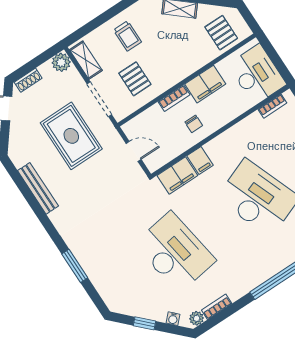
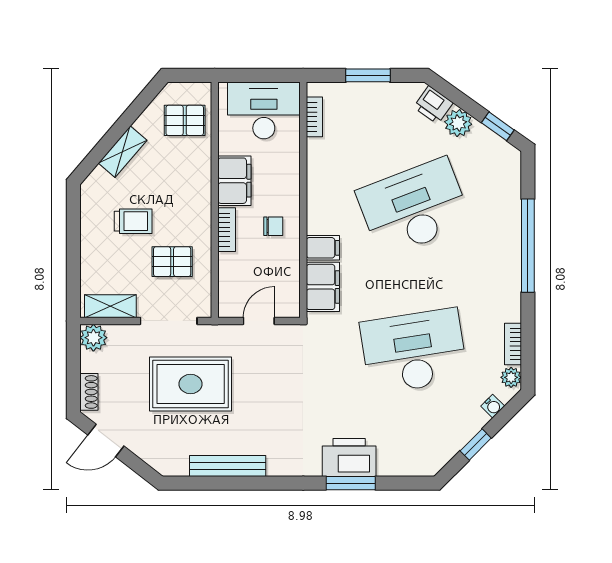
trolley: (127, 36) -> (133, 221), moved
printer: (89, 255) -> (349, 457), added

